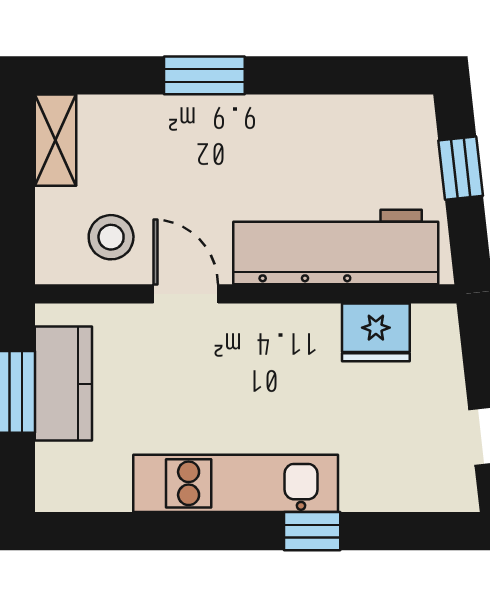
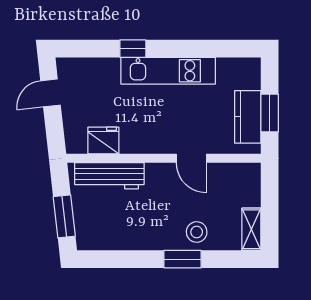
window: (461, 168) -> (64, 216), width x1.50
stool: (111, 237) -> (197, 232), moved
workbench: (336, 247) -> (109, 176), width x0.73, depth x0.76

